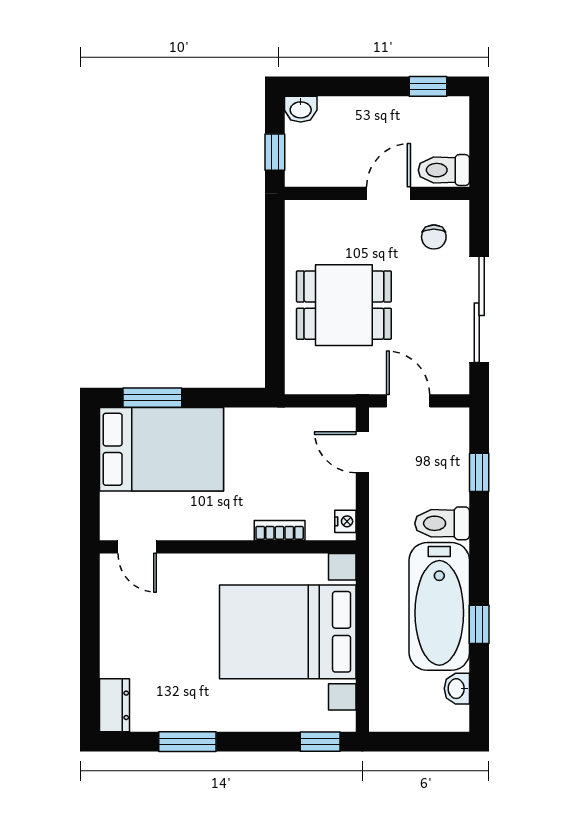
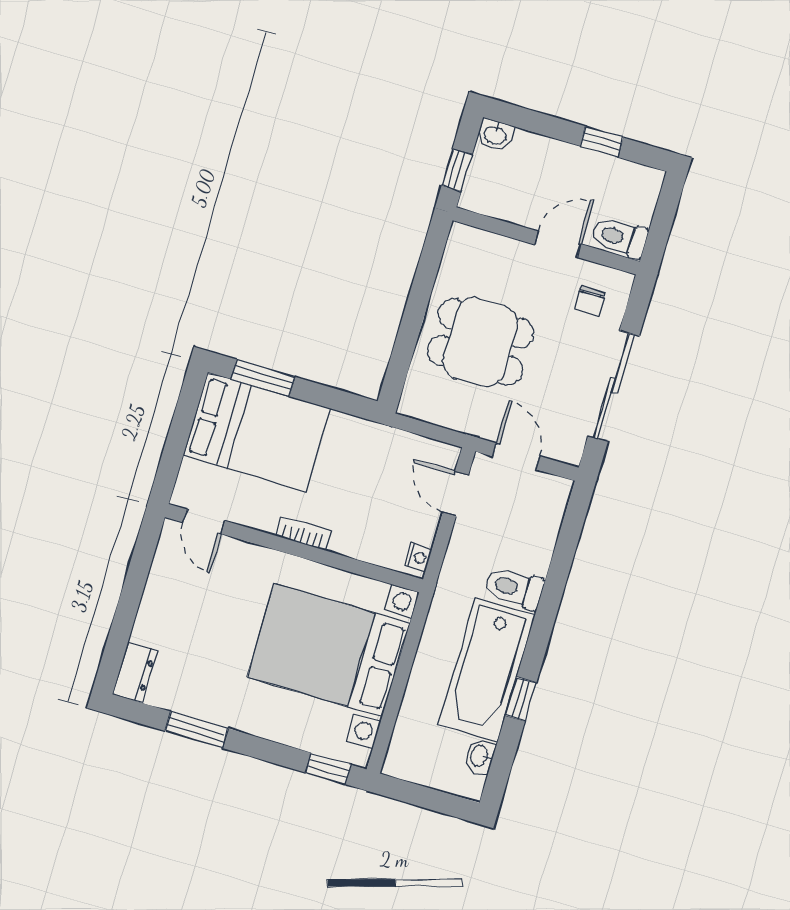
window: (428, 86) -> (602, 142), moved
window: (479, 472) -> (566, 548), removed
bookcase: (280, 530) -> (303, 533), moved

